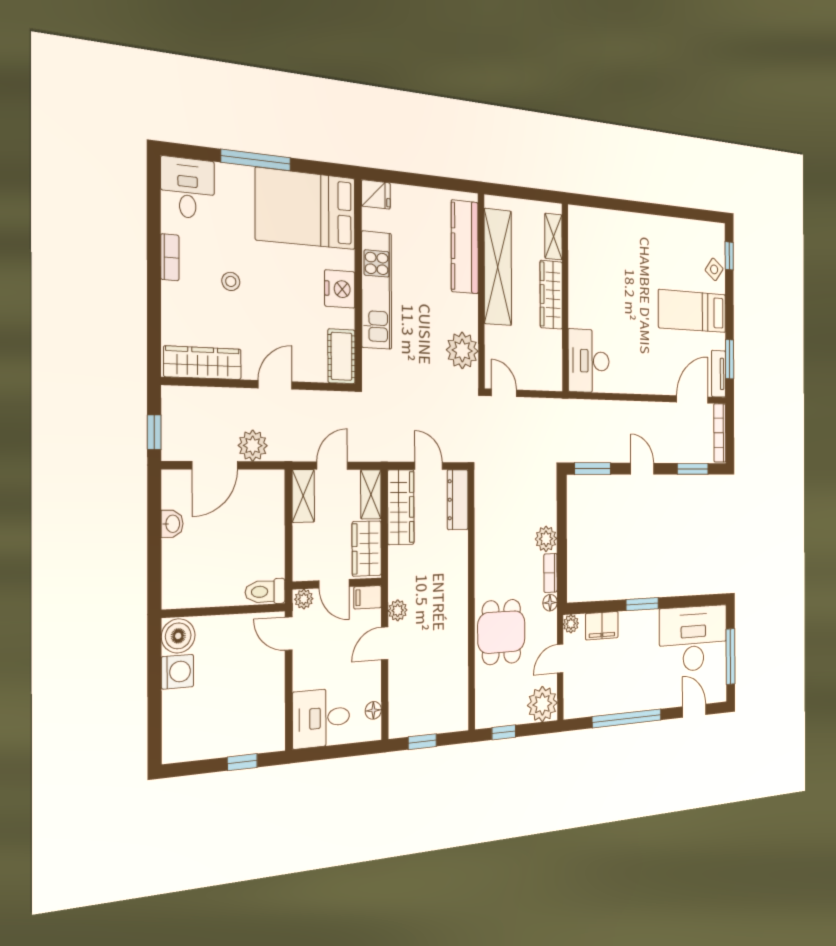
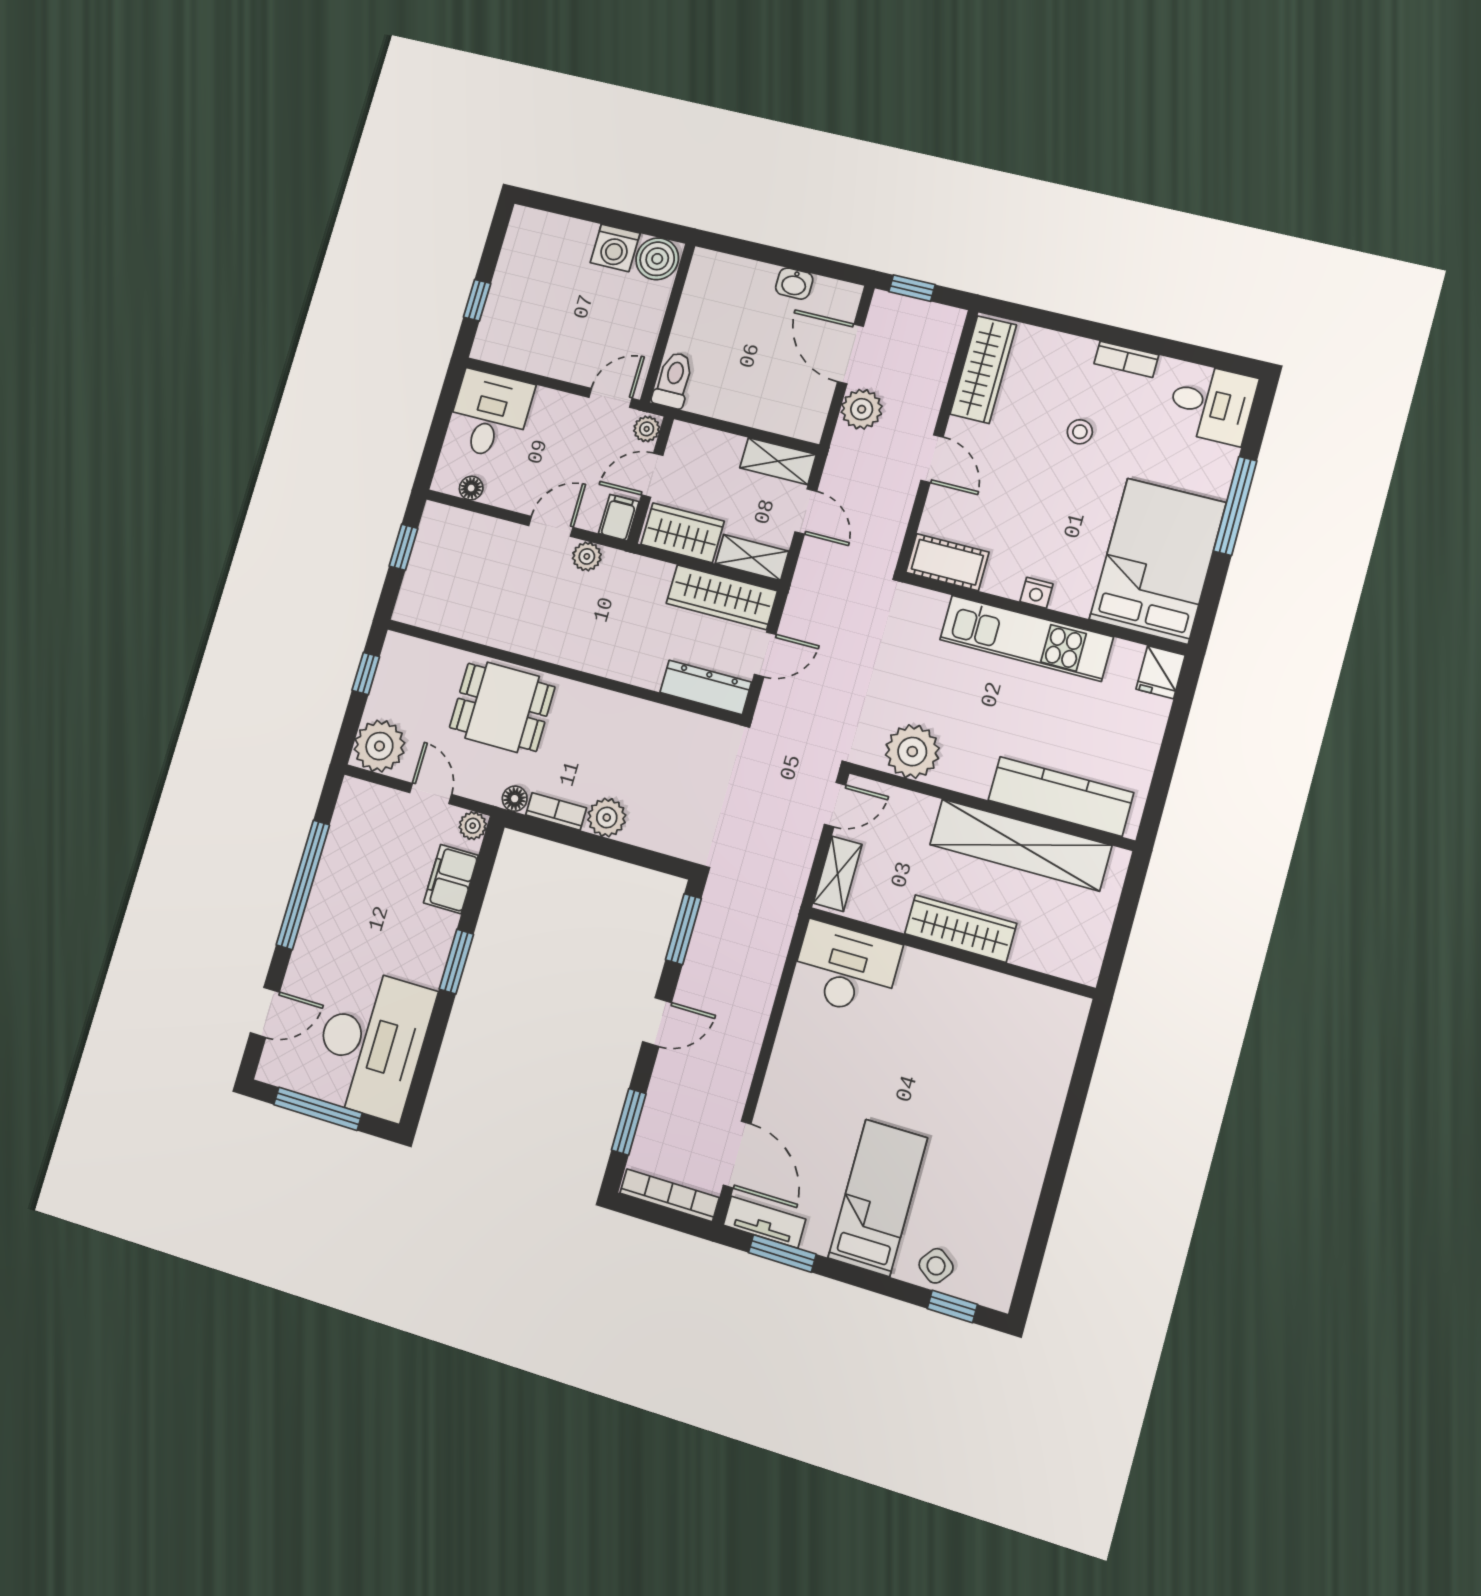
shelving: (553, 237) -> (838, 874), moved, turned 90
nightstand: (340, 289) -> (1036, 593), width x0.53, depth x0.56
door: (385, 643) -> (551, 526), hinge flipped

